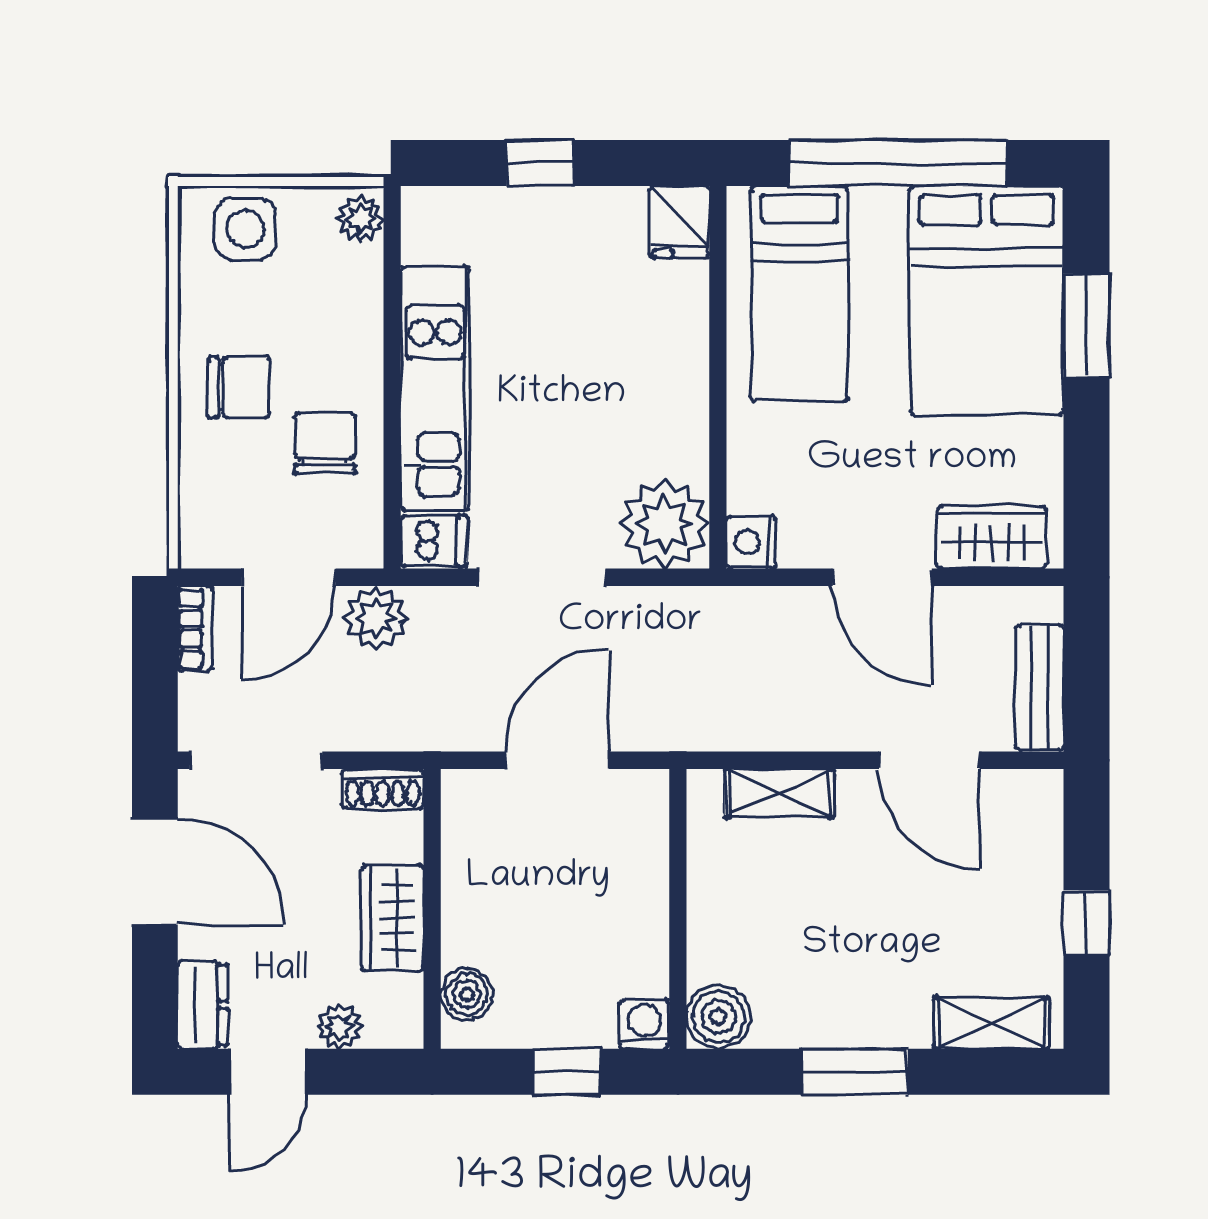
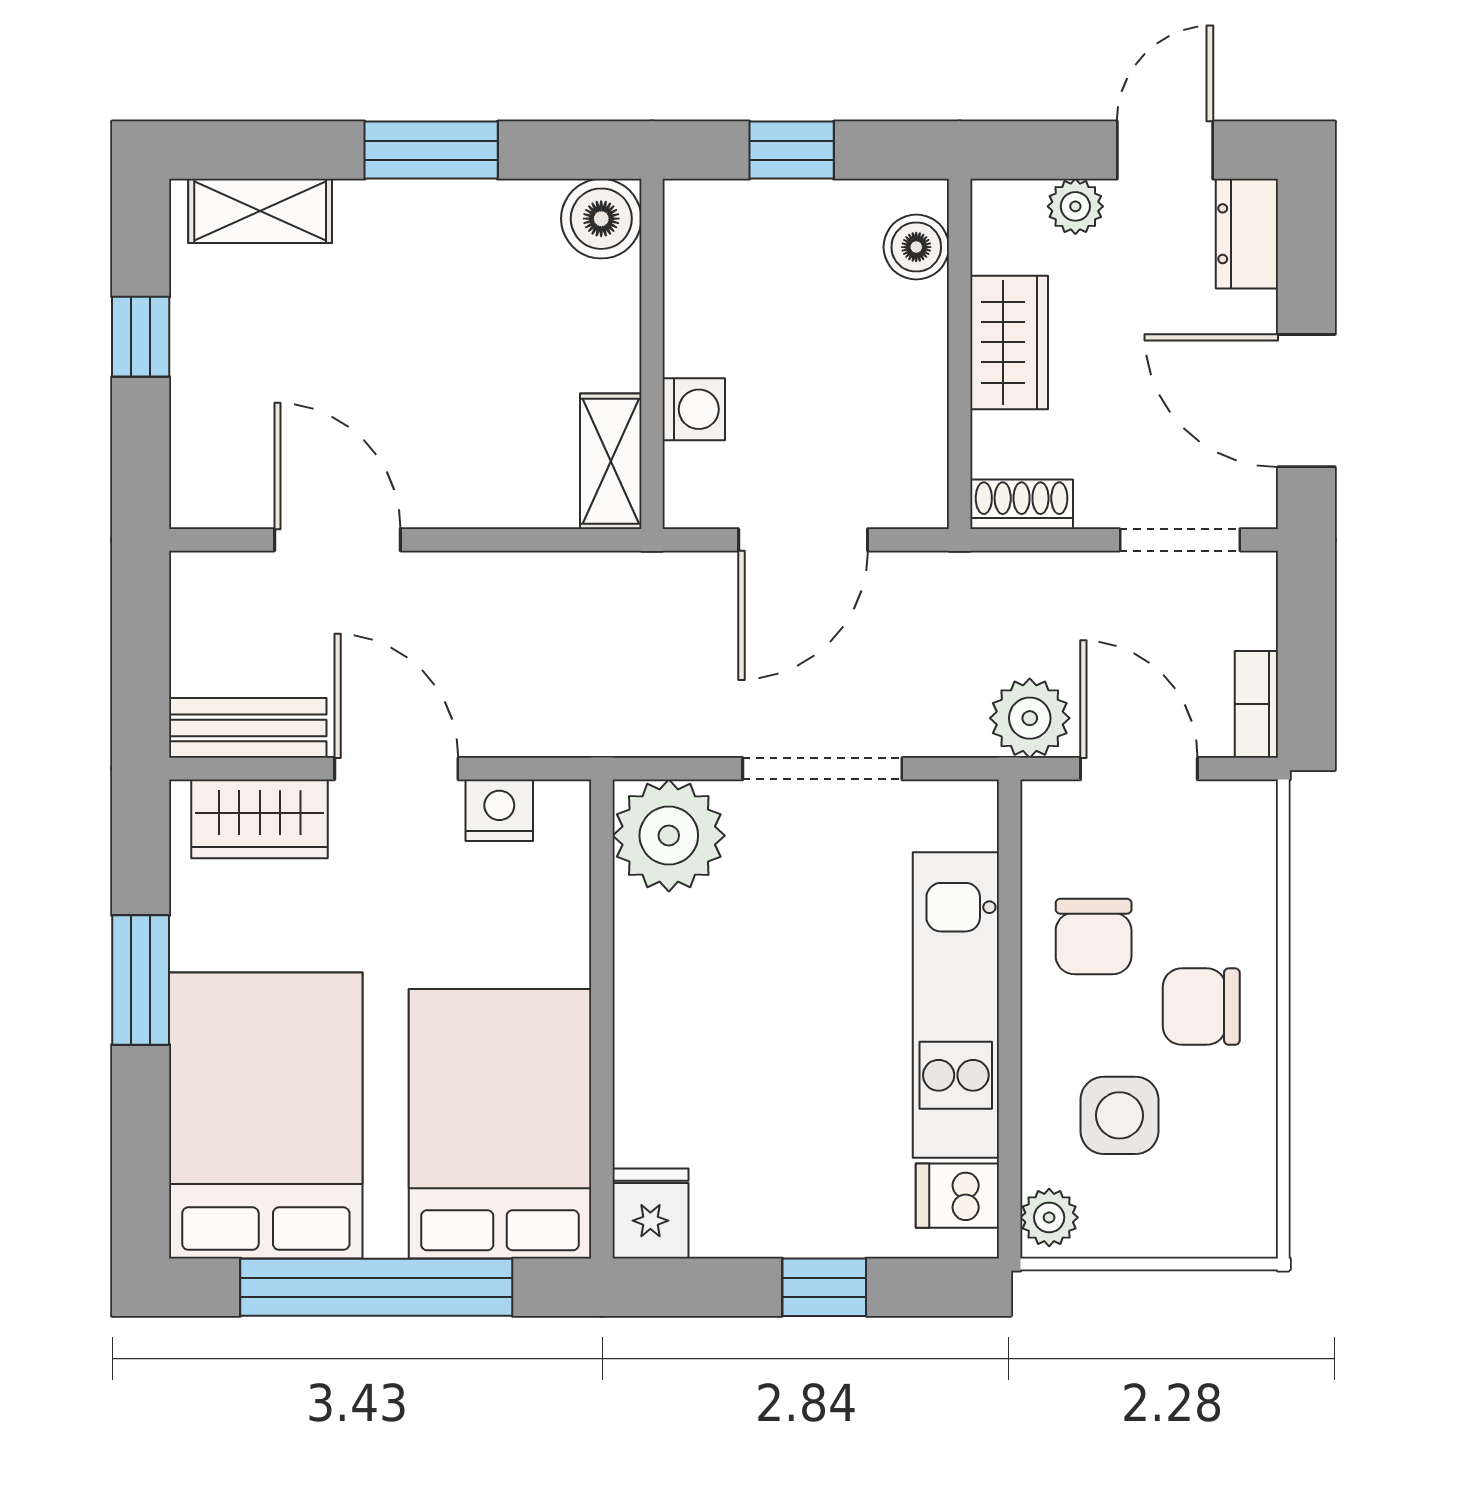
side table: (245, 229) -> (1120, 1115), moved
bed: (799, 293) -> (500, 1124), width x1.50
window: (1087, 325) -> (141, 980), moved
dishwasher: (434, 541) -> (957, 1196), moved
nightstand: (751, 542) -> (499, 810), moved, turned -90
door: (289, 577) -> (1139, 769), hinge flipped
bench: (1040, 687) -> (248, 728), moved, turned 90
doorway: (256, 760) -> (1180, 540), width x0.73
shelving: (779, 793) -> (611, 461), moved, turned 90
washing machine: (644, 1024) -> (694, 409), moved, turned -90

